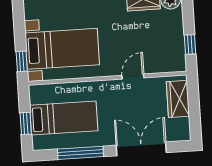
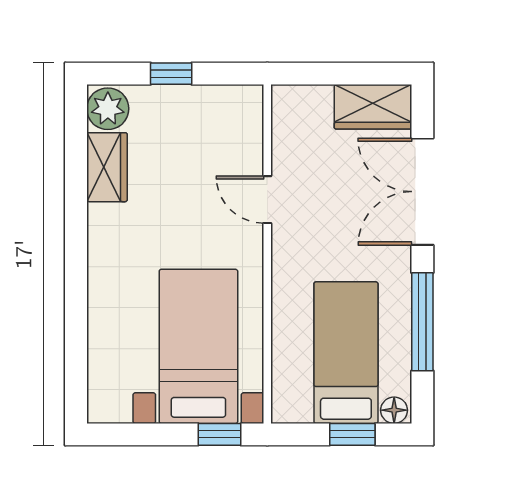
window: (190, 44) -> (171, 74), moved
wardrobe: (178, 99) -> (373, 107), moved
floor lamp: (38, 142) -> (394, 410), added

